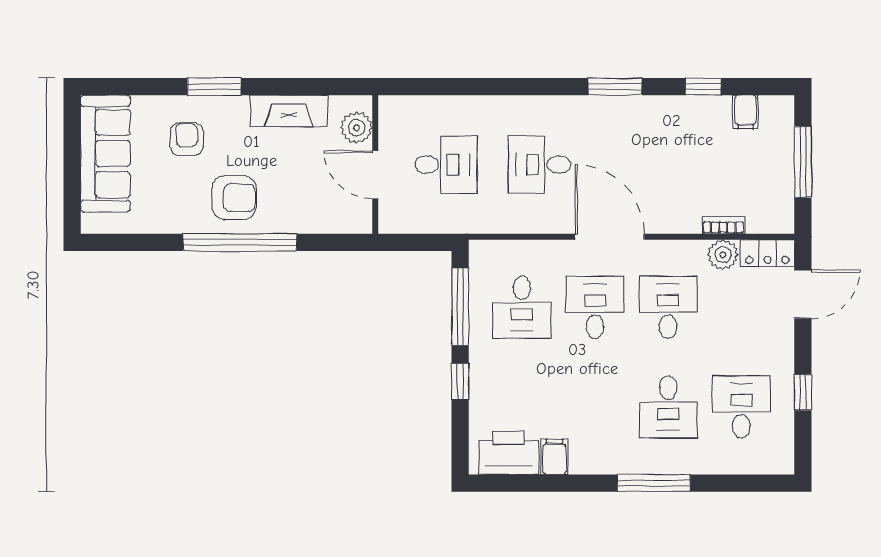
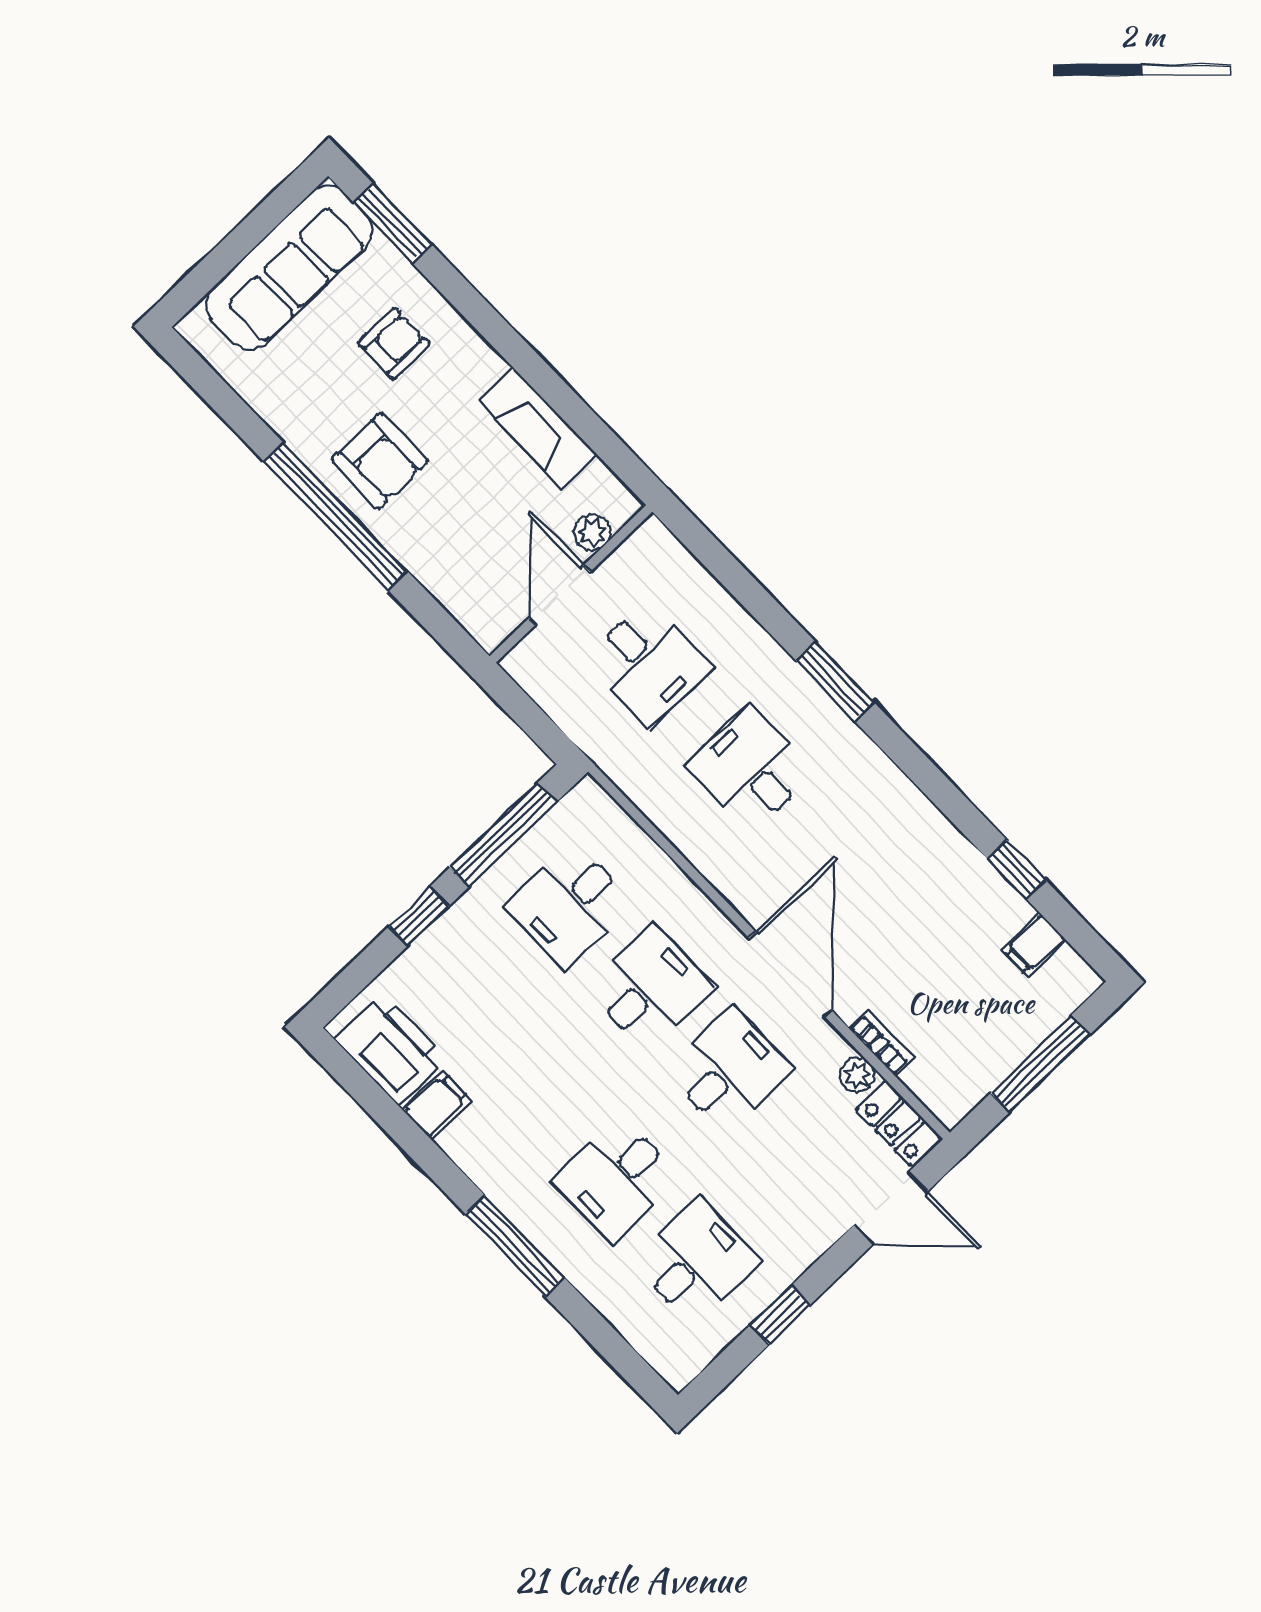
window: (214, 87) -> (392, 223), moved
window: (615, 87) -> (835, 681), moved
plant: (357, 128) -> (592, 532), width x0.73, depth x0.73
door: (610, 237) -> (790, 974), moved
plant: (723, 255) -> (857, 1075), width x0.73, depth x0.73

